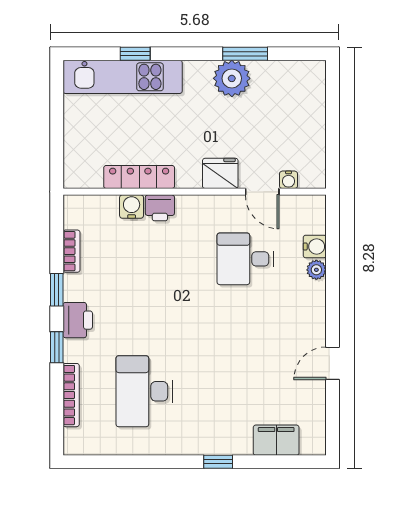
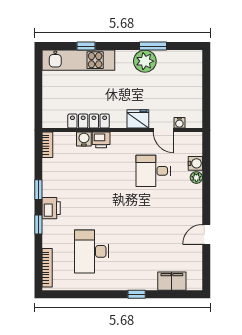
bookcase: (71, 251) -> (47, 145), moved
bookcase: (71, 395) -> (47, 268), moved

